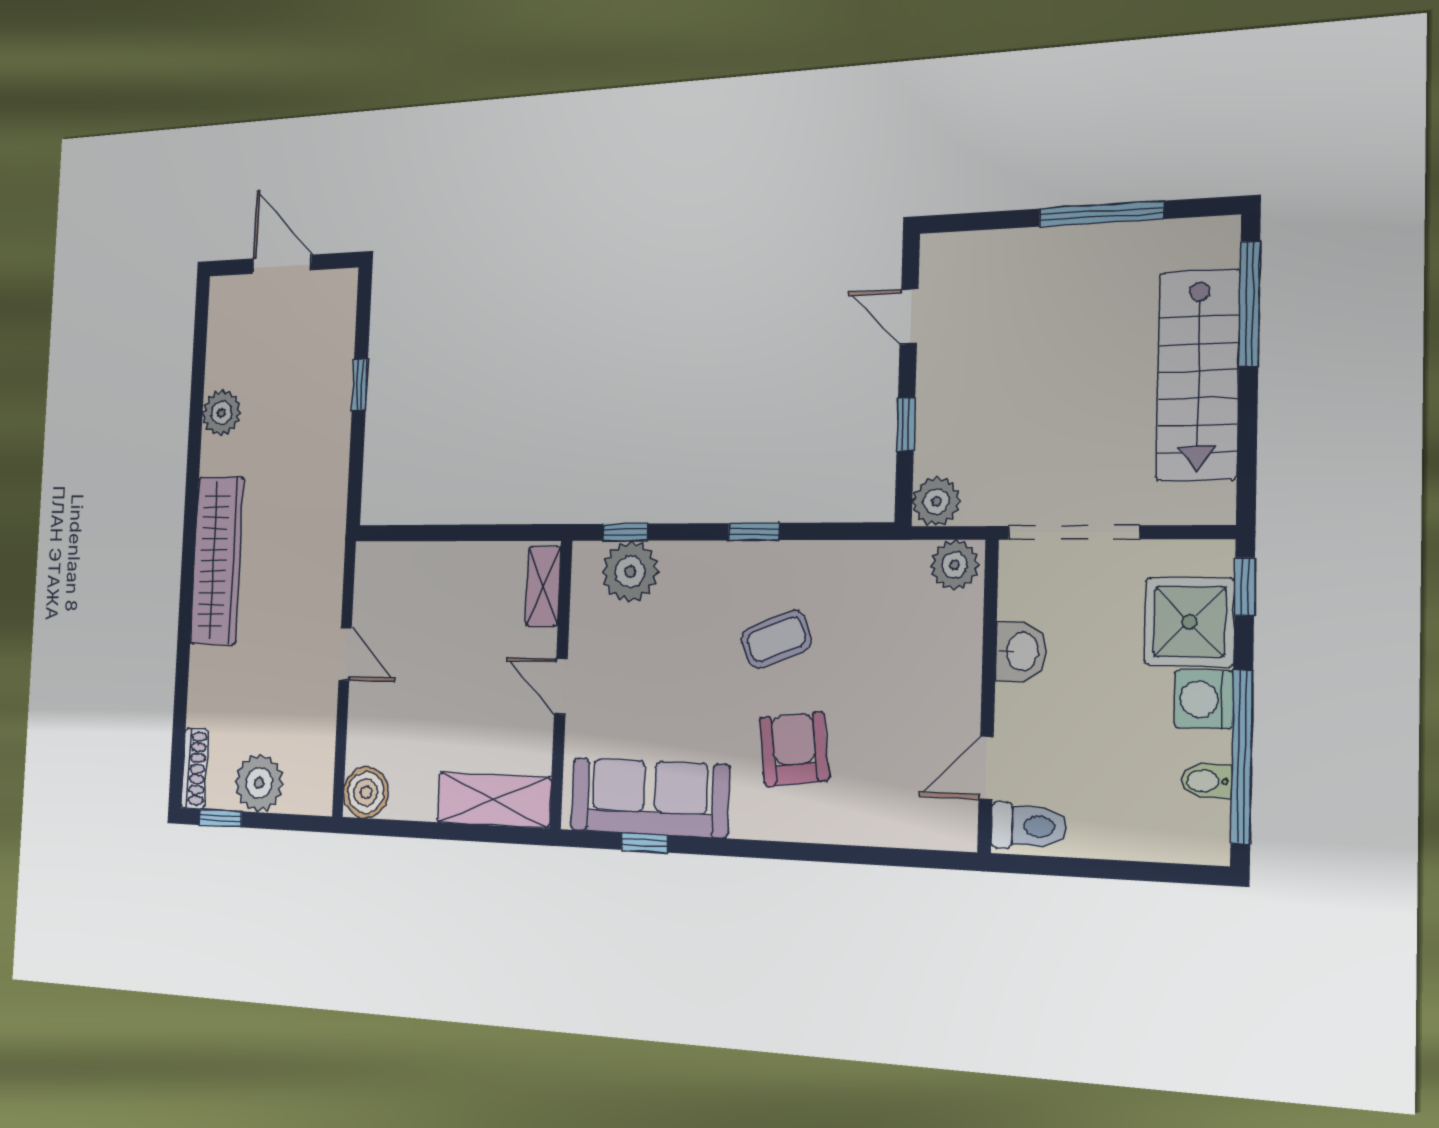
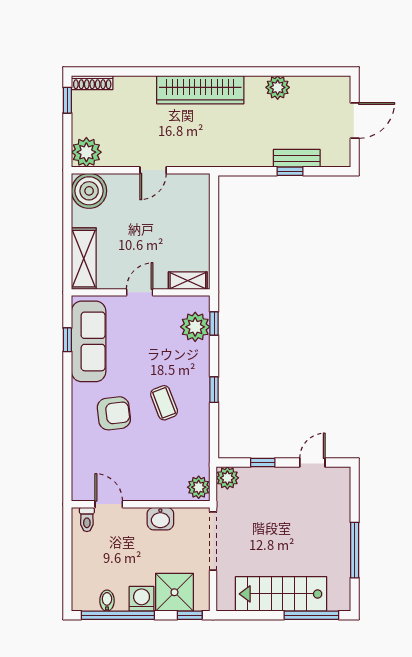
bench: (339, 372) -> (297, 158), added
plant: (259, 783) -> (86, 152), moved
boiler: (366, 792) -> (89, 191), width x1.37, depth x1.37
toilet: (1029, 826) -> (87, 519), width x0.73, depth x0.72

